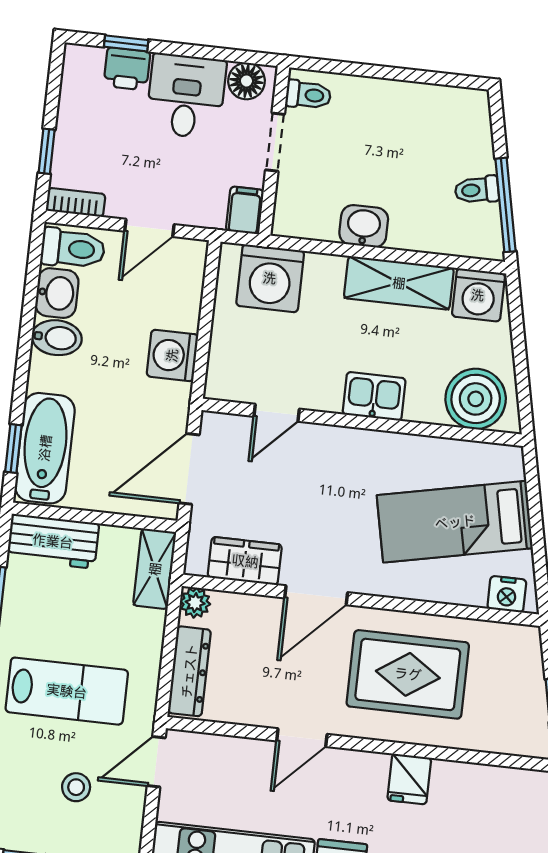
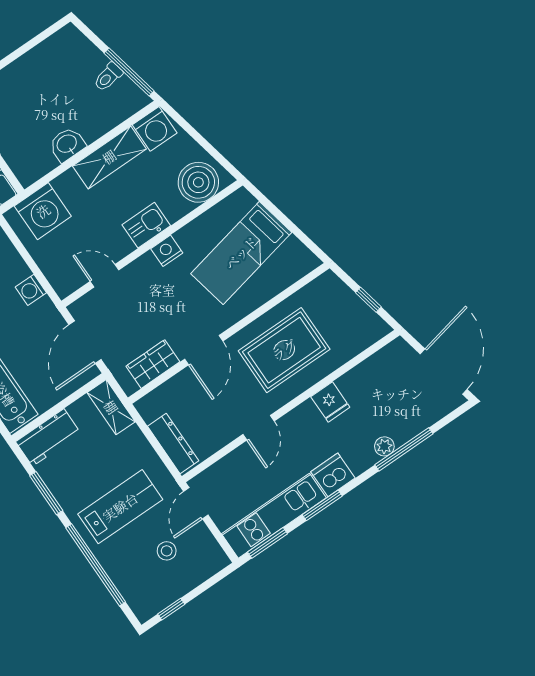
washing machine: (172, 355) -> (31, 290), width x0.73, depth x0.73
door: (277, 413) -> (105, 276), swing flipped
nightstand: (507, 594) -> (167, 251), moved, turned 180
plant: (195, 603) -> (146, 407), removed

